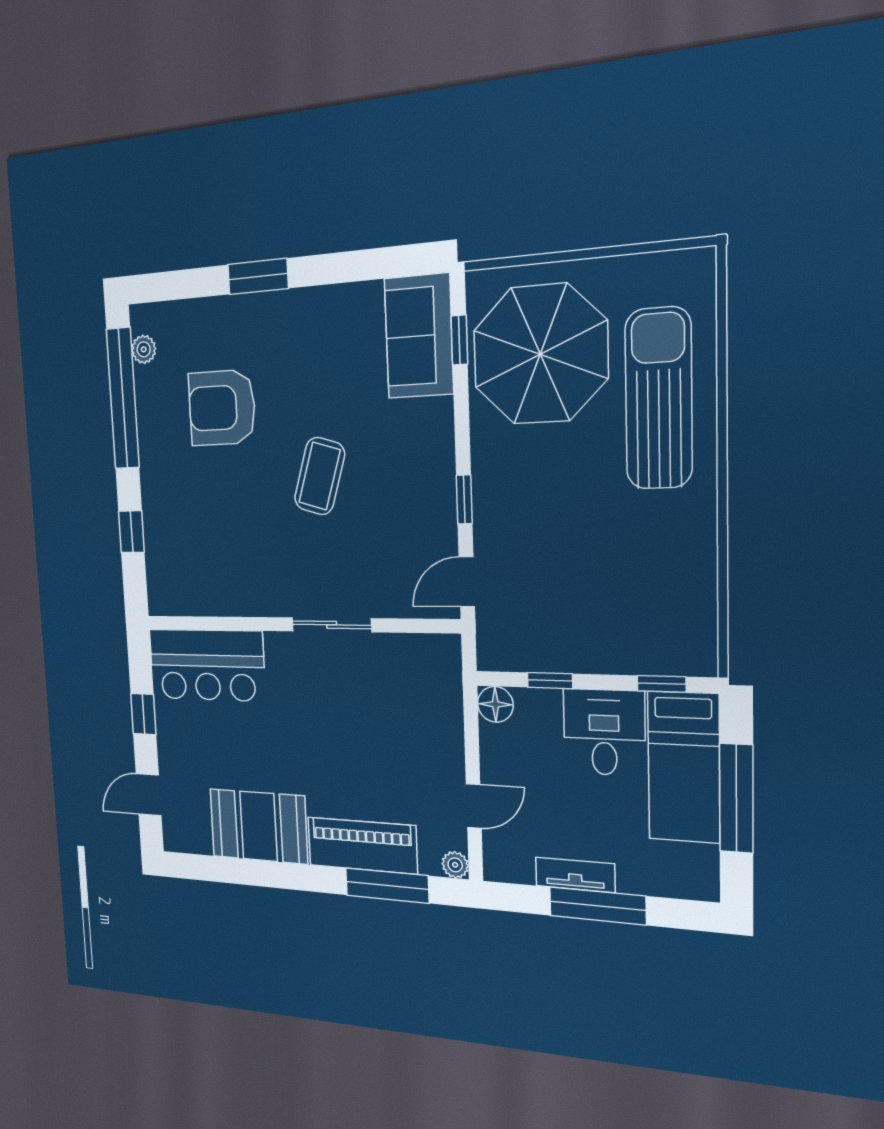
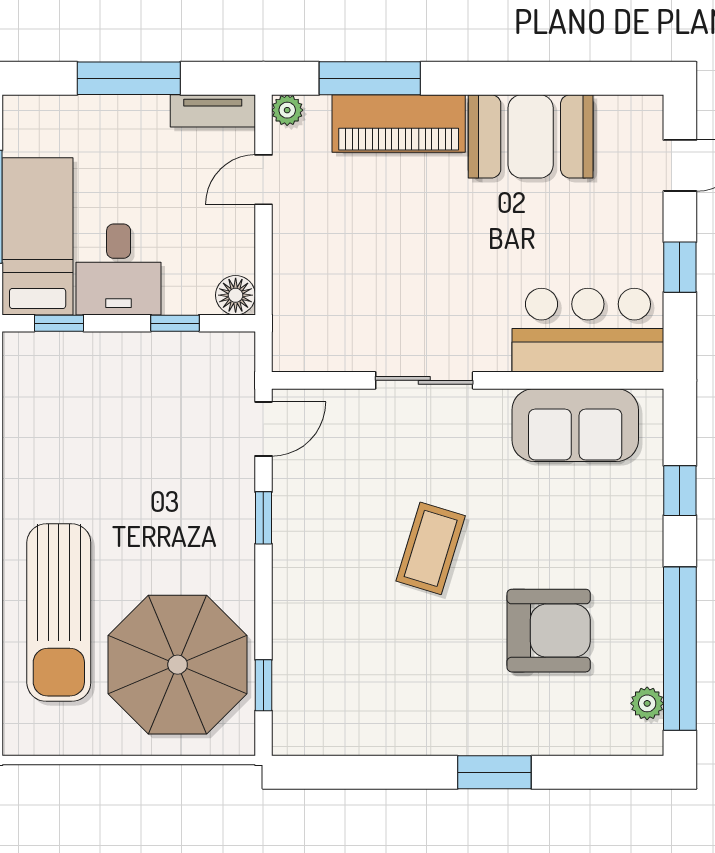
sofa: (419, 336) -> (575, 425), moved, turned 90
tv unit: (575, 875) -> (213, 111), moved

